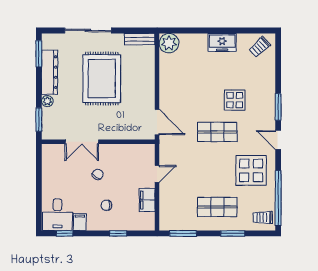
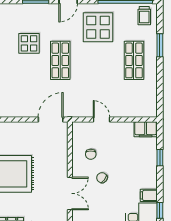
filing cabinet: (147, 200) -> (146, 129), moved
chair: (106, 205) -> (91, 154), moved
window: (183, 233) -> (160, 94), removed

